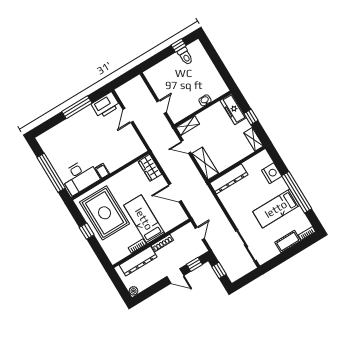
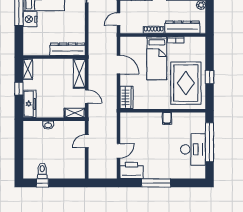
nightstand: (272, 173) -> (30, 19), moved
desk: (80, 177) -> (193, 149), moved, turned 90

